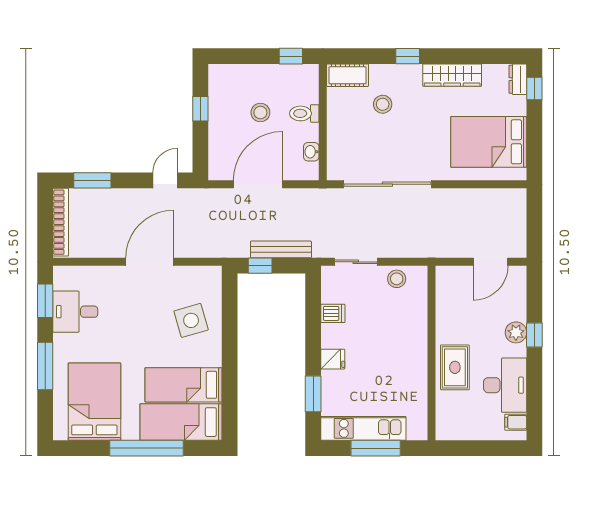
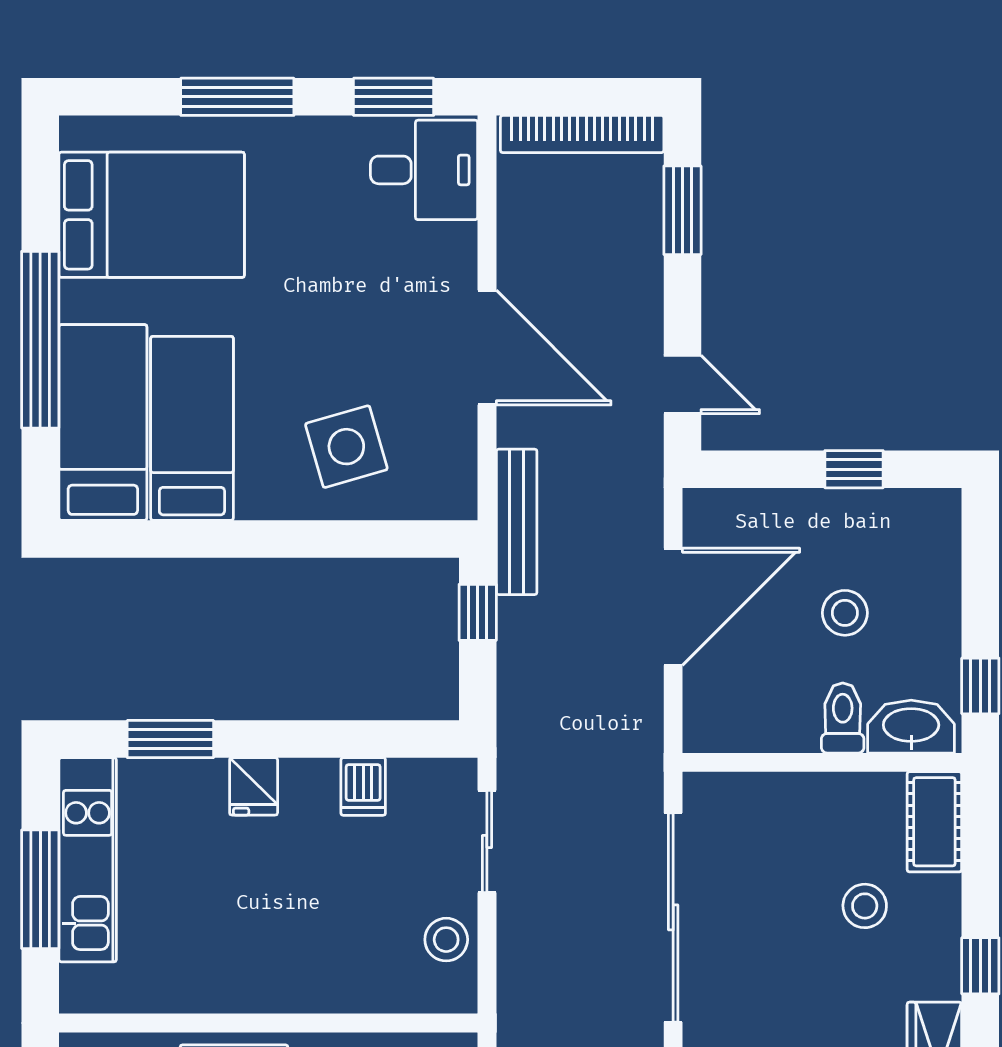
washbasin: (311, 152) -> (911, 727), moved, width x1.91, depth x1.45
door: (258, 184) -> (673, 607), hinge flipped
bench: (281, 249) -> (517, 522), moved
desk: (75, 312) -> (424, 170), moved, turned 90

